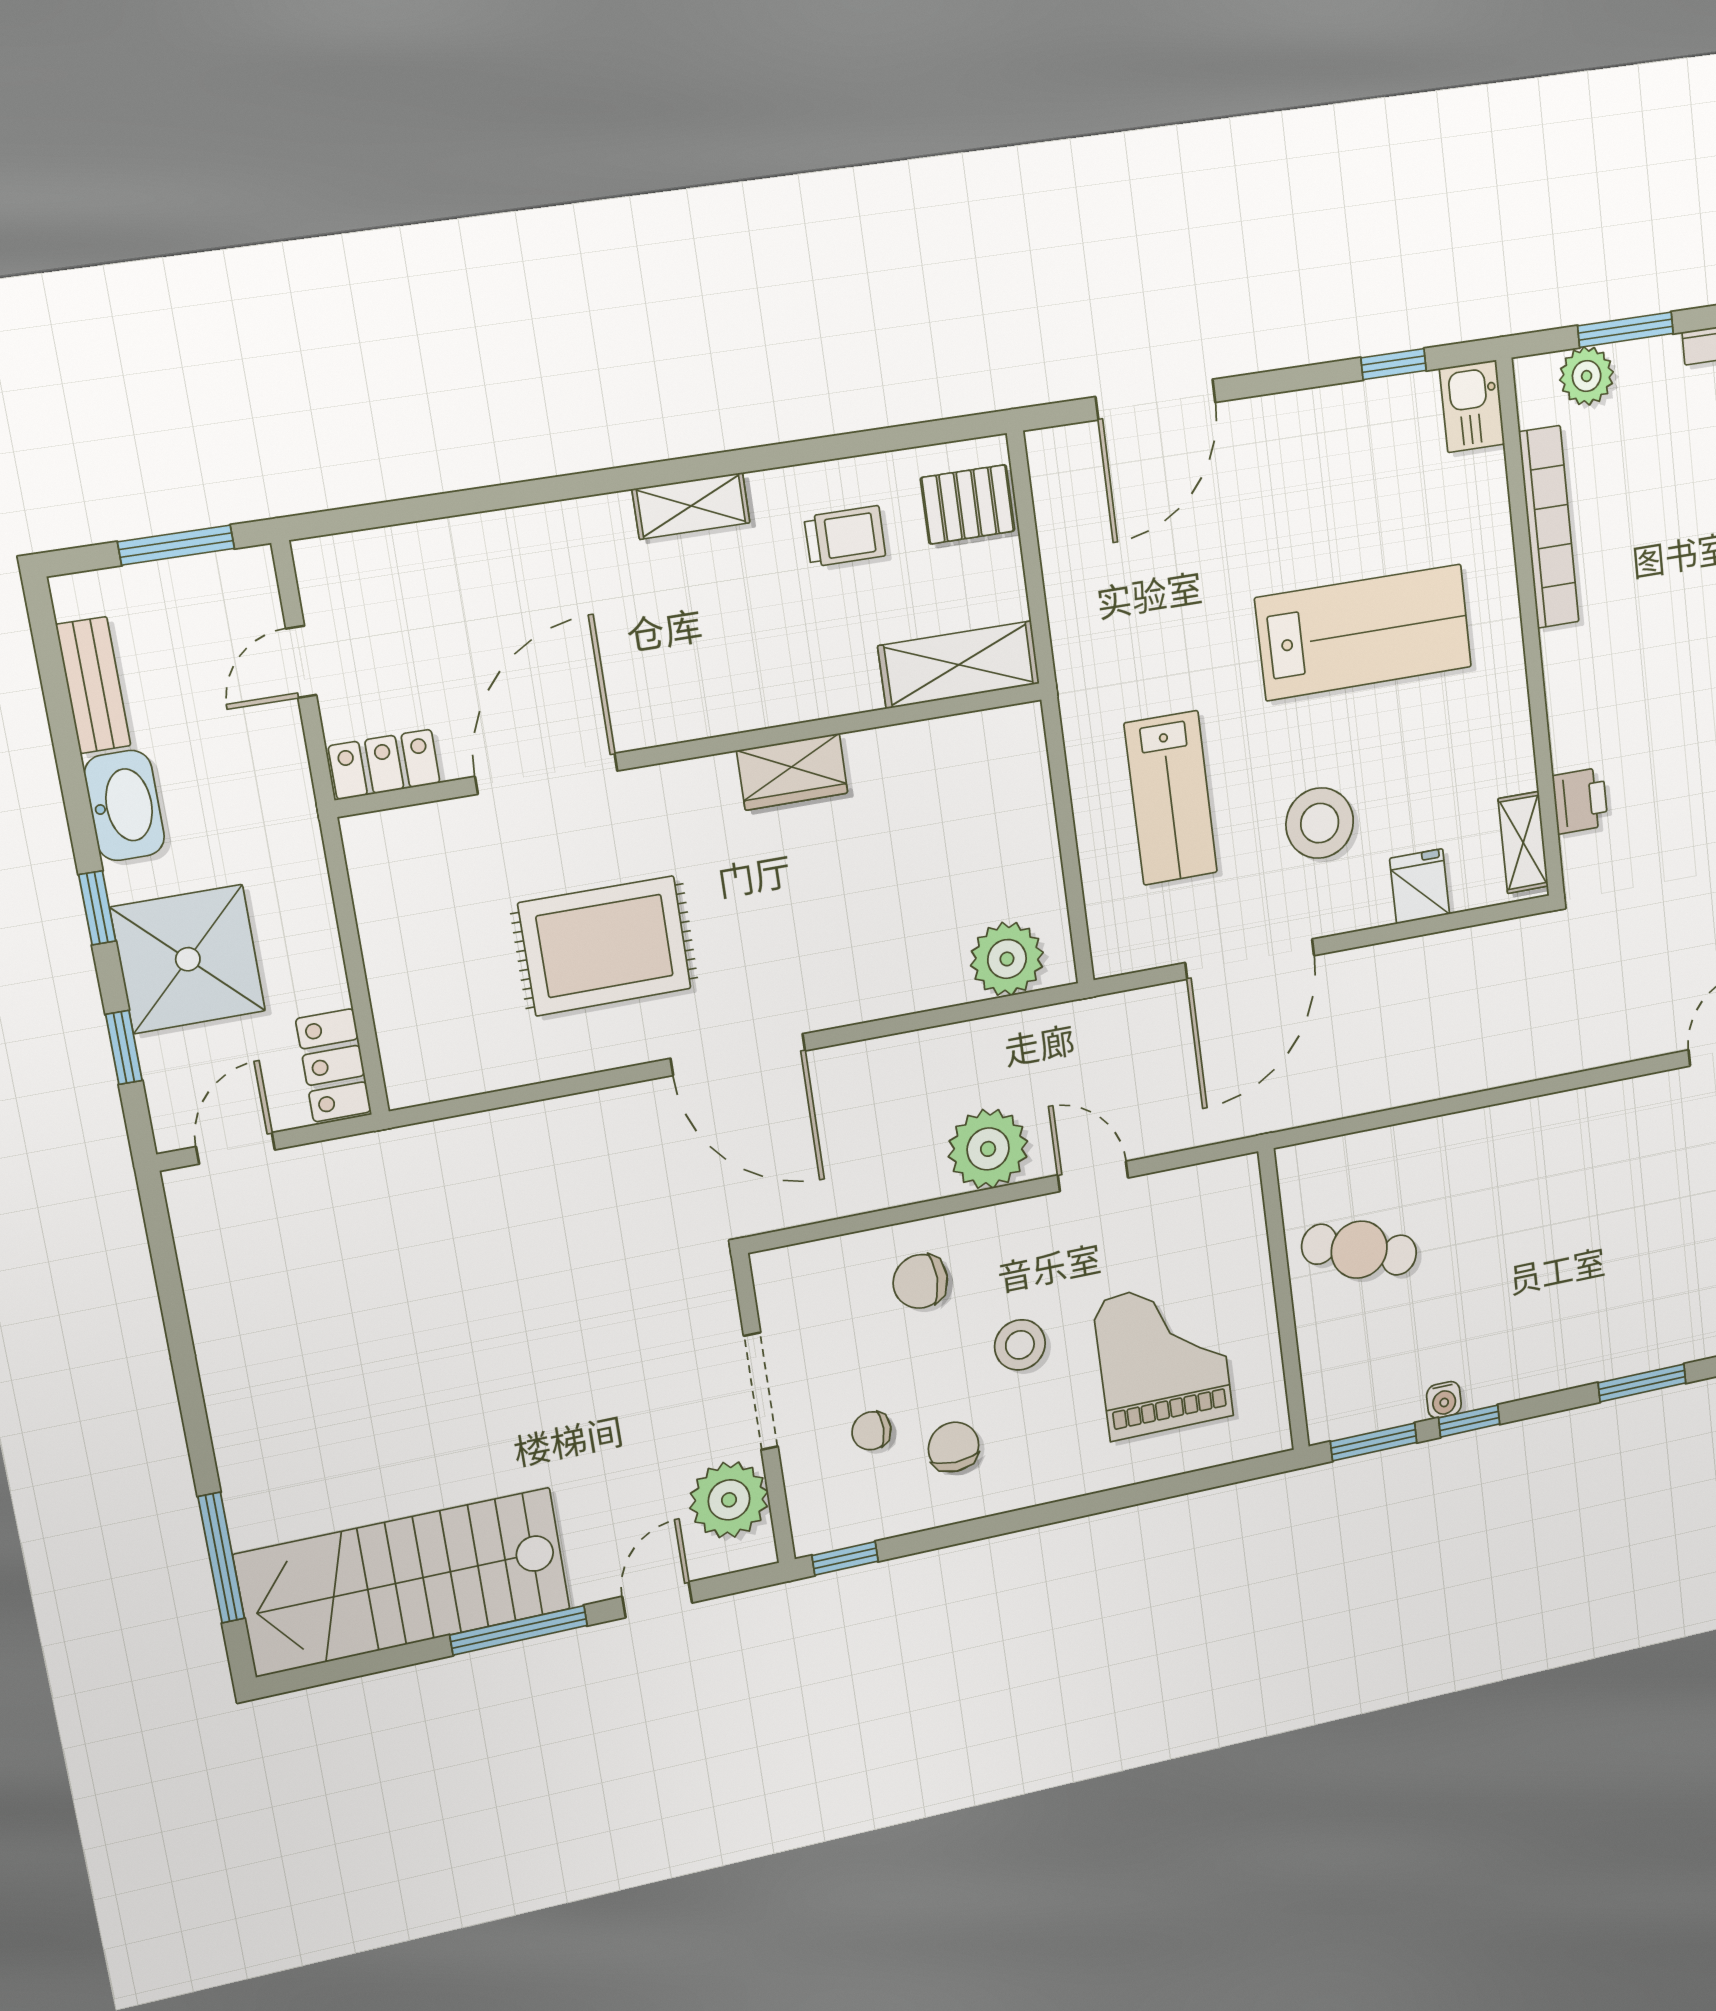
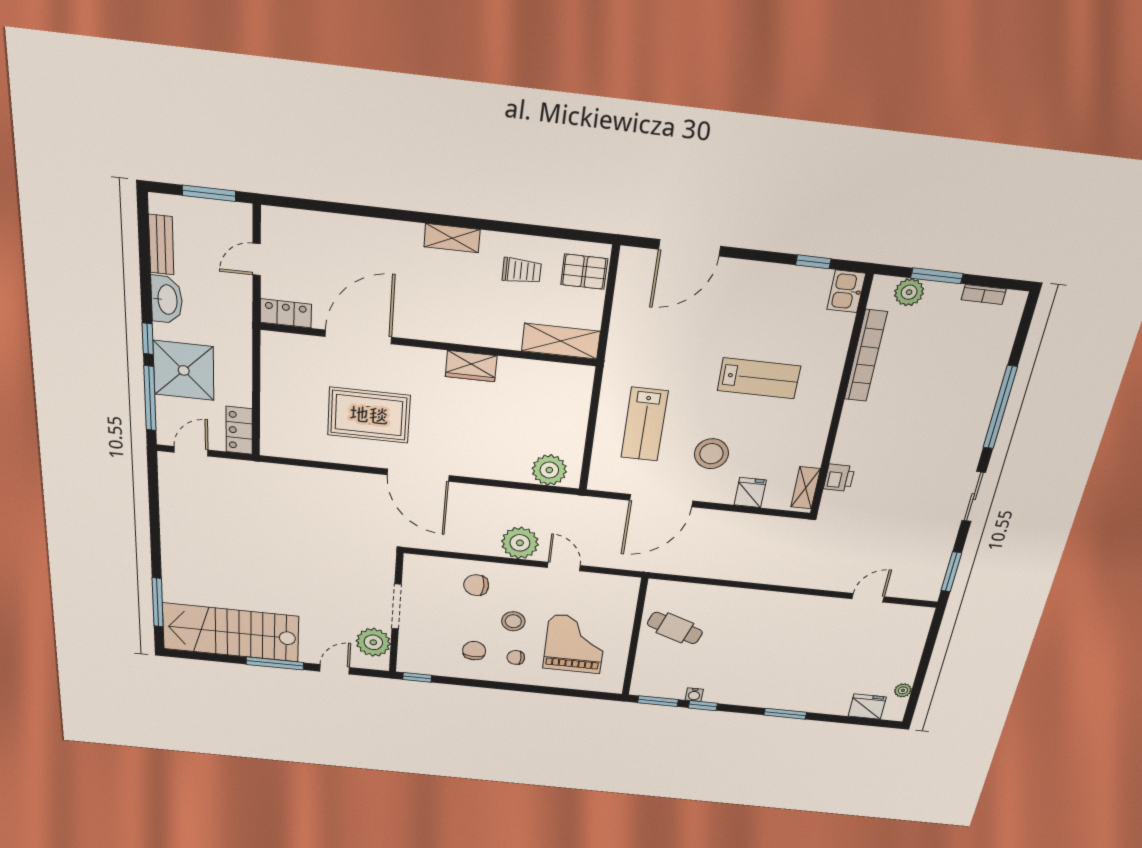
lab bench: (1364, 632) -> (759, 378), width x0.73, depth x0.72
window: (124, 1047) -> (150, 398), width x2.17
chair: (871, 1431) -> (516, 657), moved

